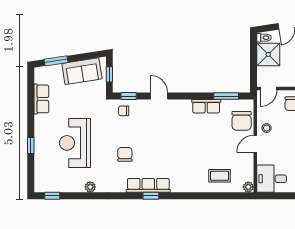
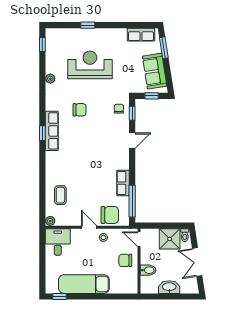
window: (226, 96) -> (132, 201), width x1.44
row of seats: (41, 99) -> (141, 35), moved
chair: (242, 121) -> (110, 215), turned 180

